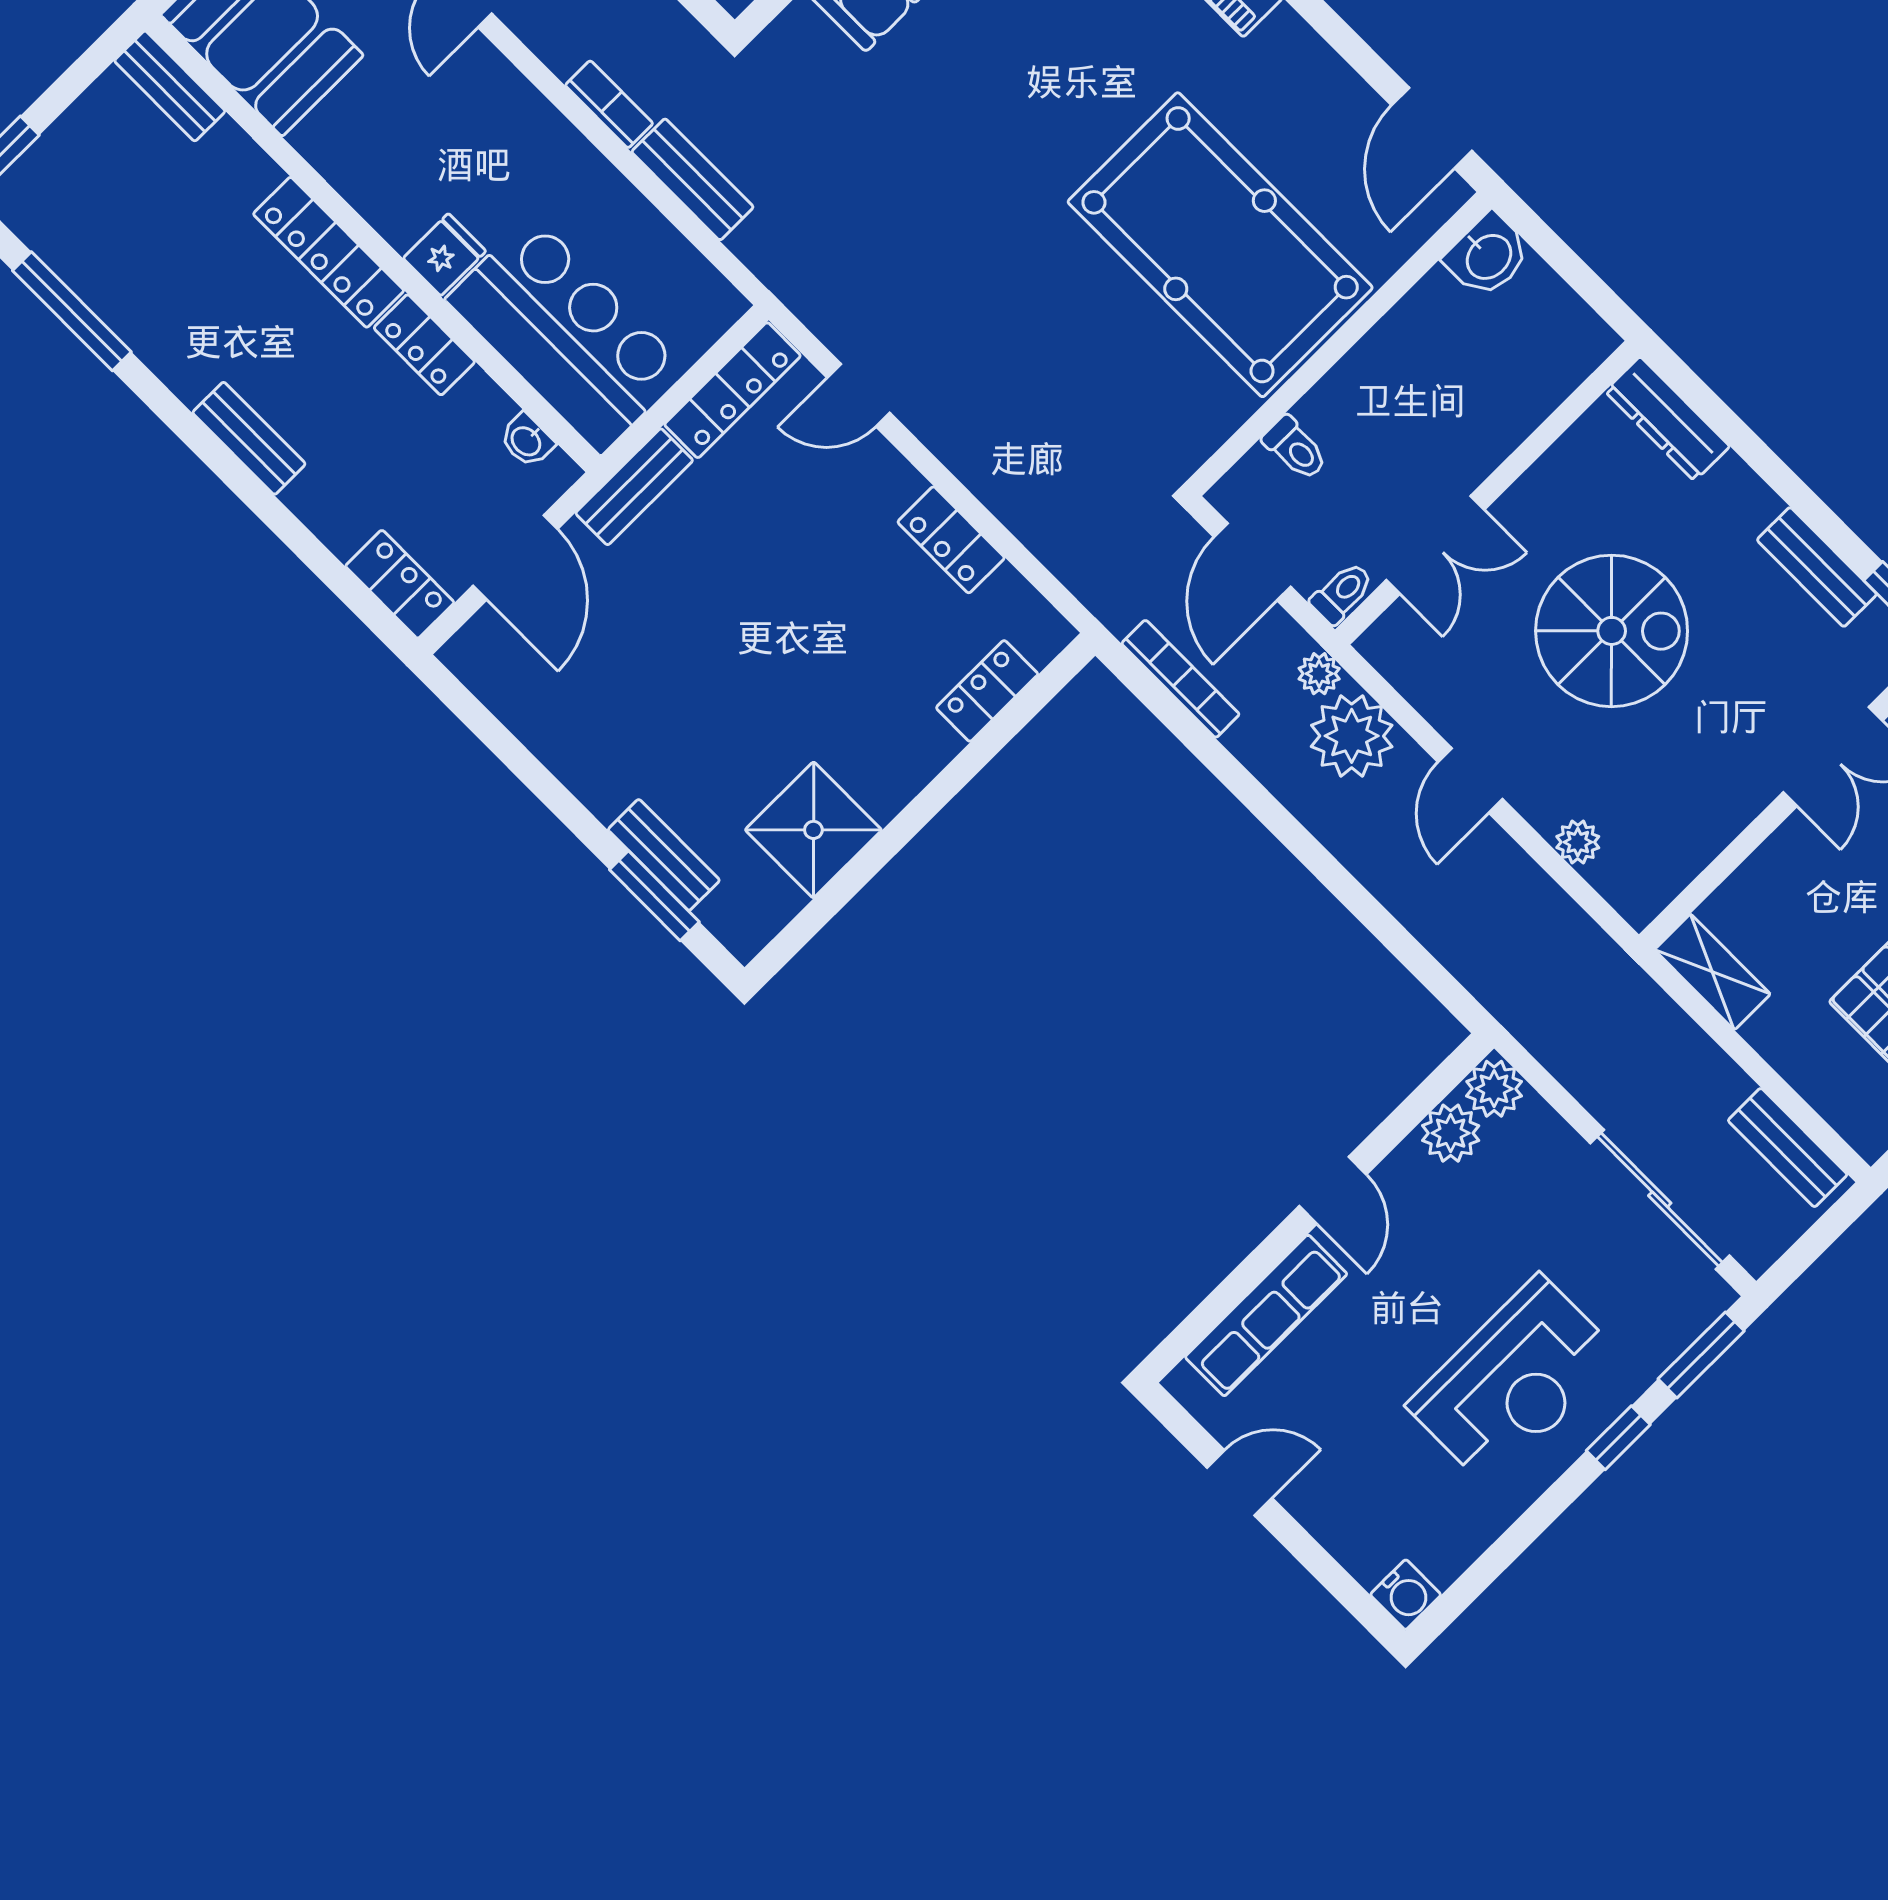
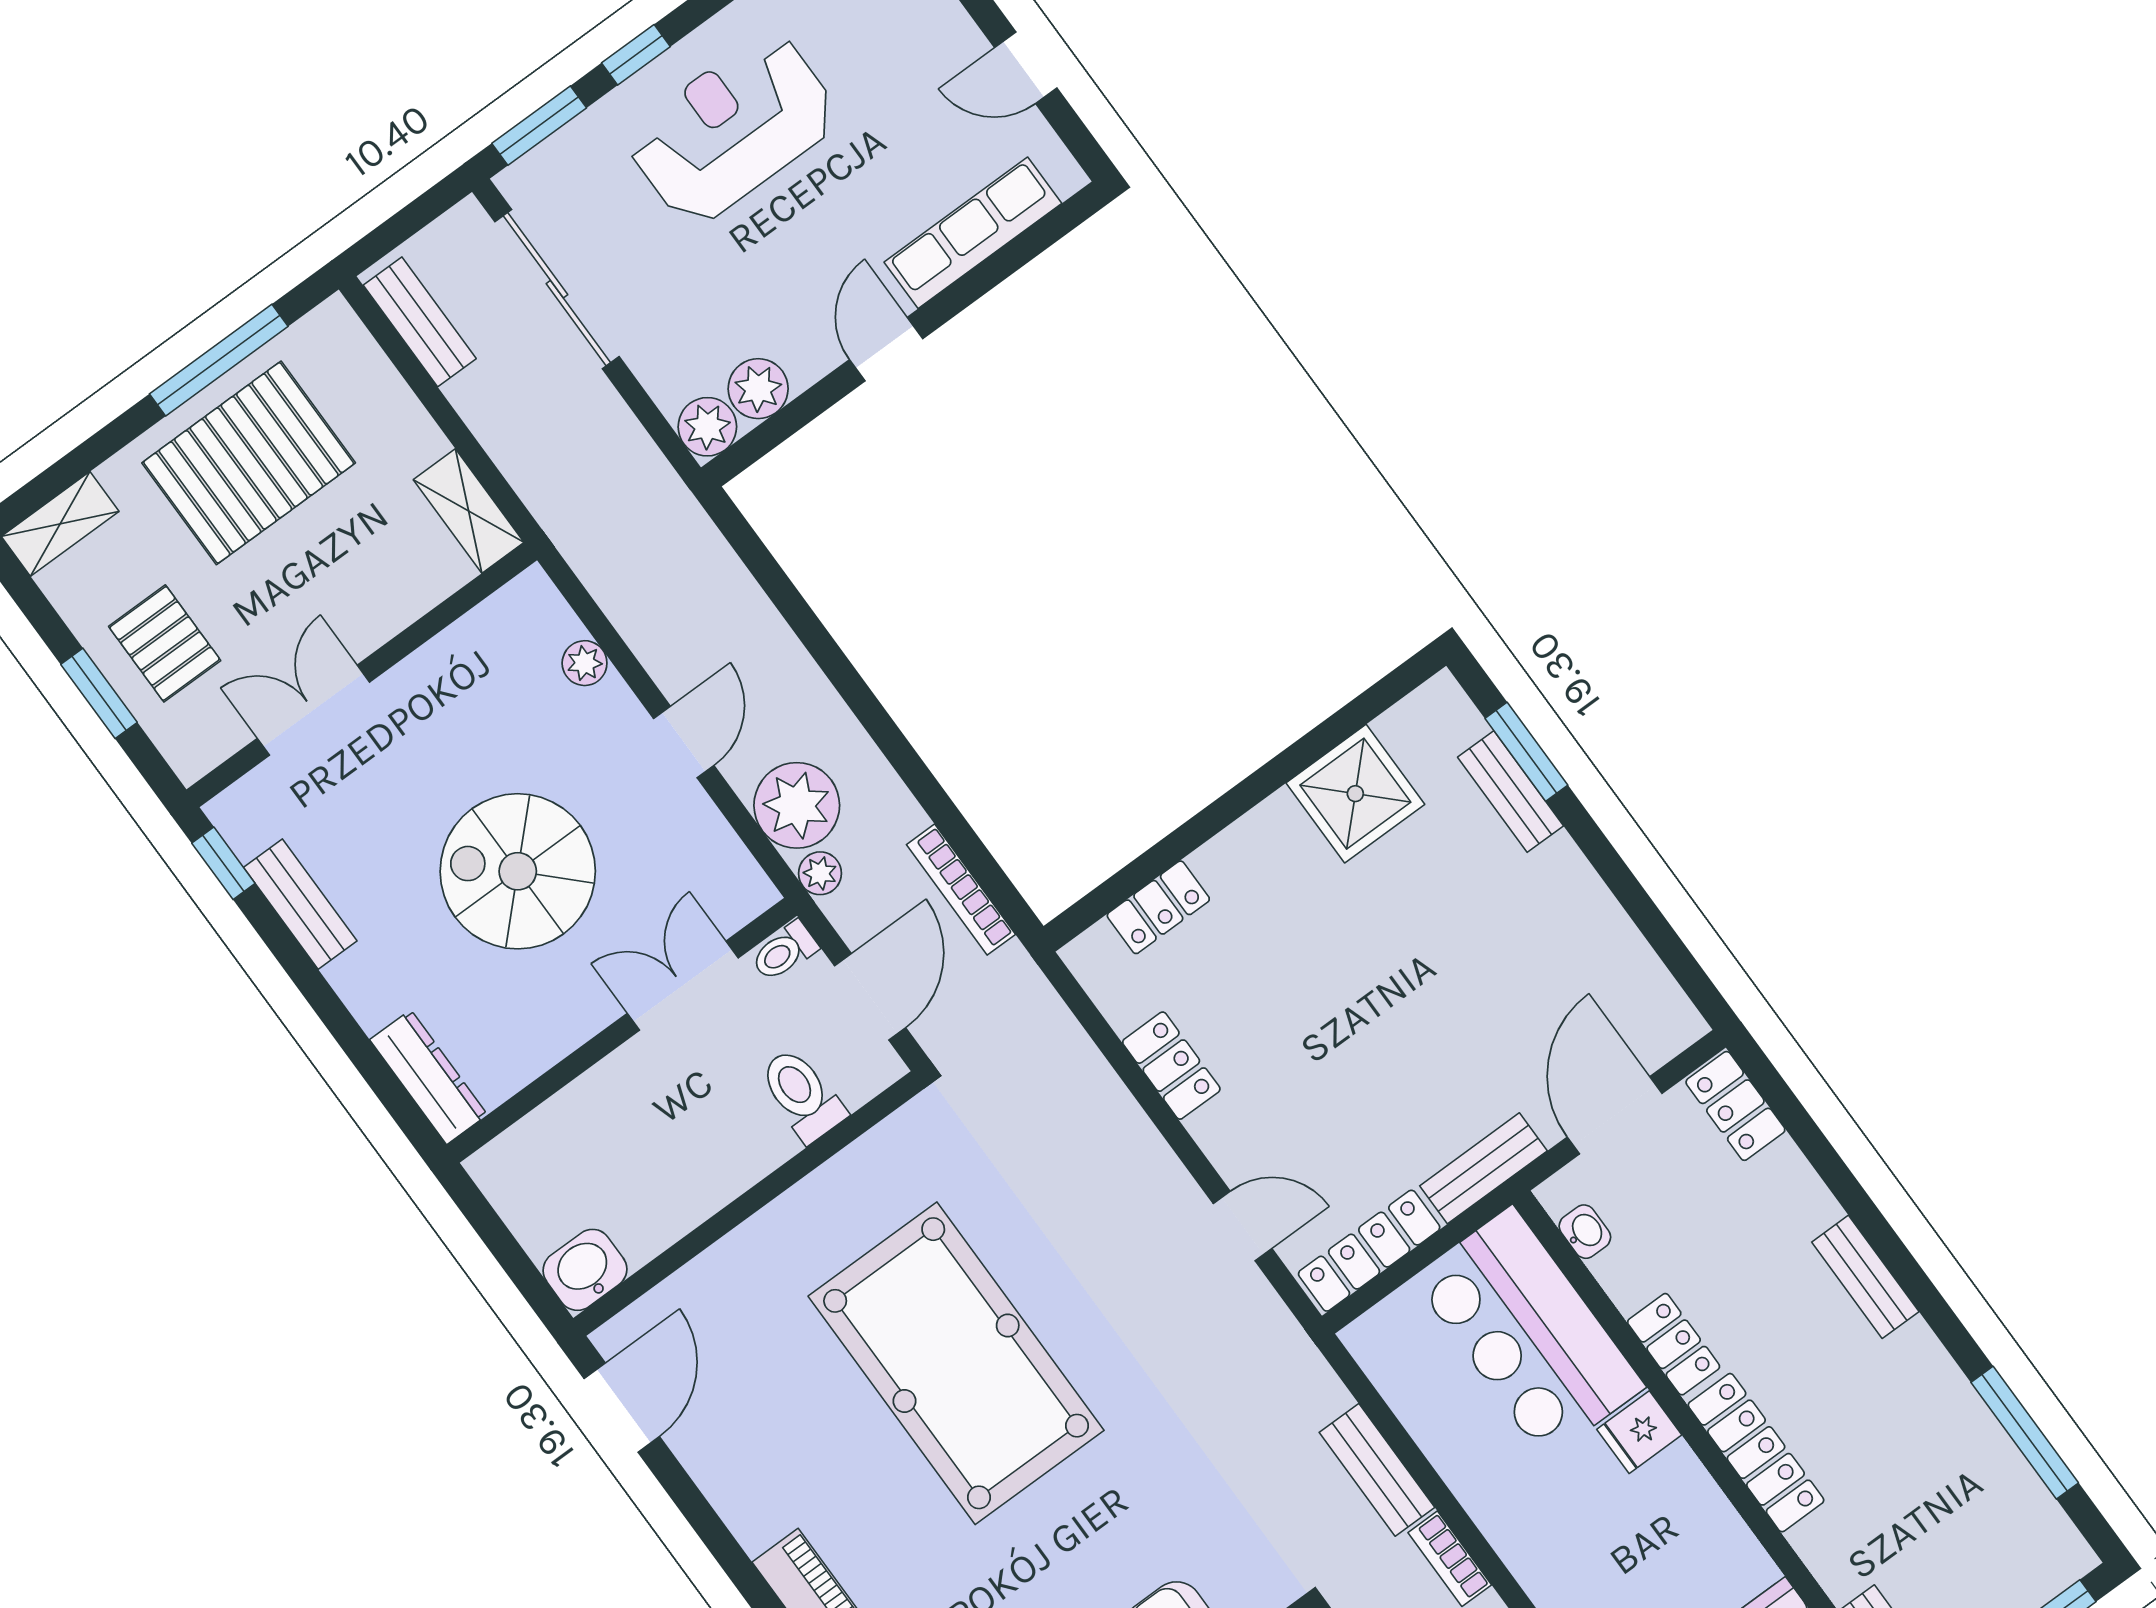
pool table: (1220, 245) -> (956, 1363), moved
toilet: (1295, 448) -> (802, 1095), width x1.37, depth x1.39

